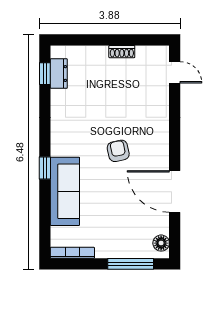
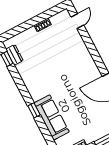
door: (175, 72) -> (77, 21), hinge flipped
armchair: (118, 151) -> (69, 80), removed

